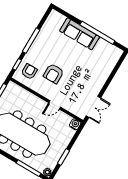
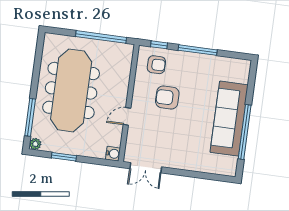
sofa: (80, 34) -> (229, 119), width x1.36, depth x1.27
door: (55, 105) -> (127, 116), hinge flipped

